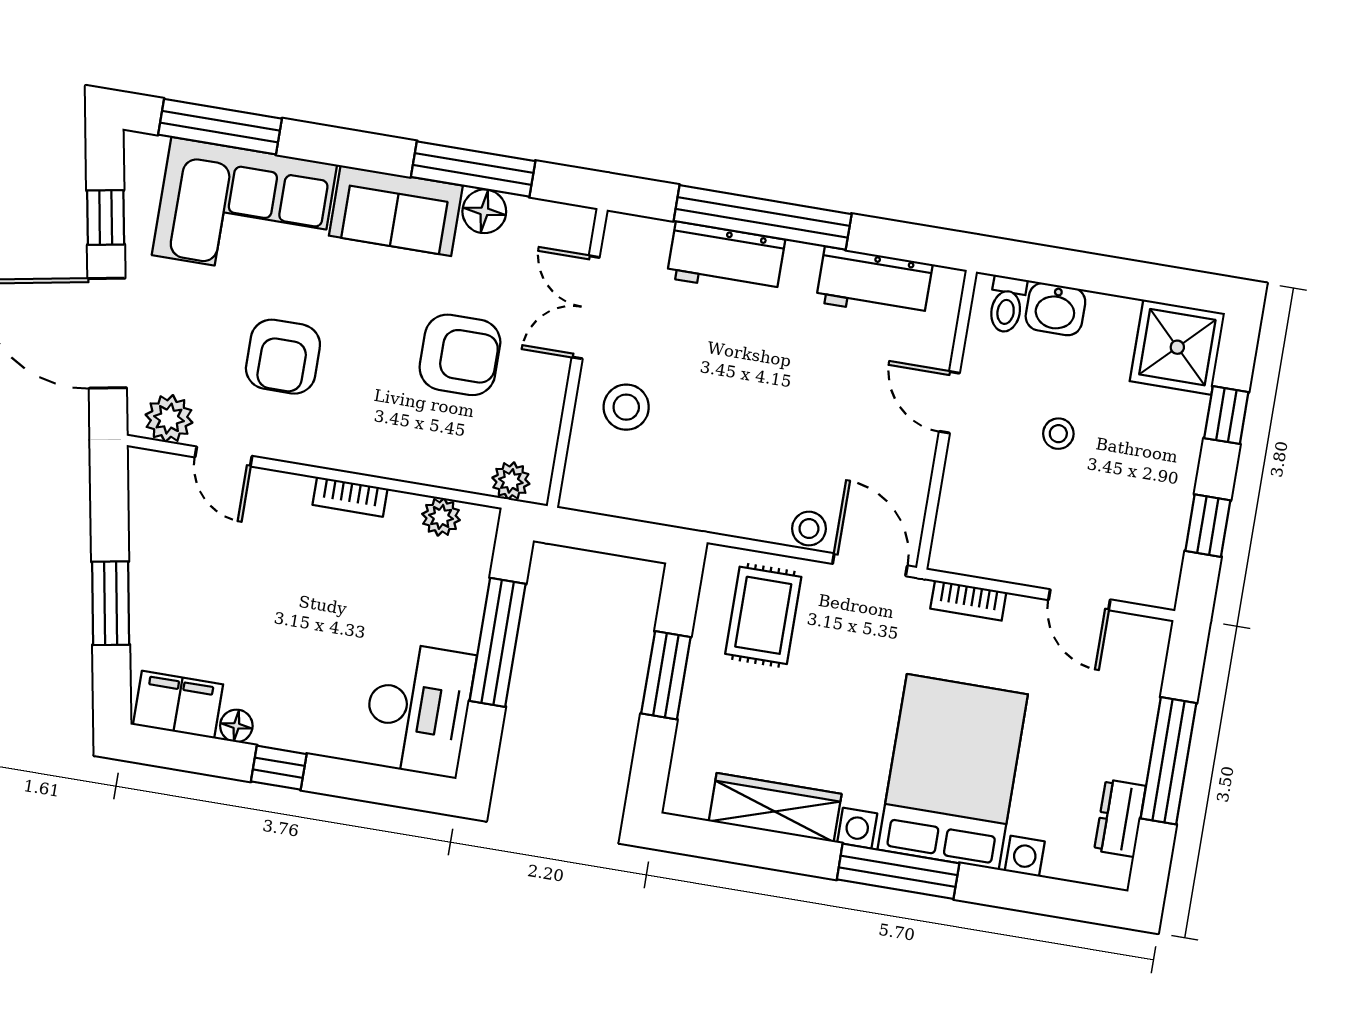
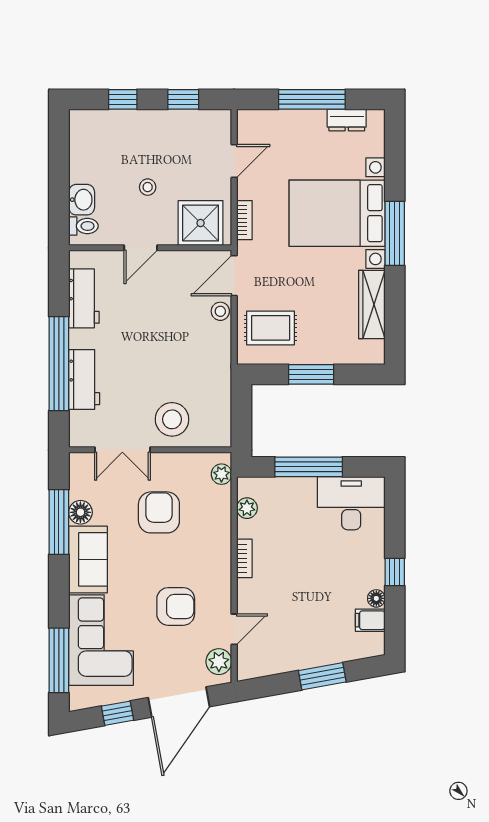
shower: (1177, 347) -> (201, 223), moved
stool: (626, 407) -> (172, 419), width x1.38, depth x1.38
filing cabinet: (178, 705) -> (370, 620), width x0.50

